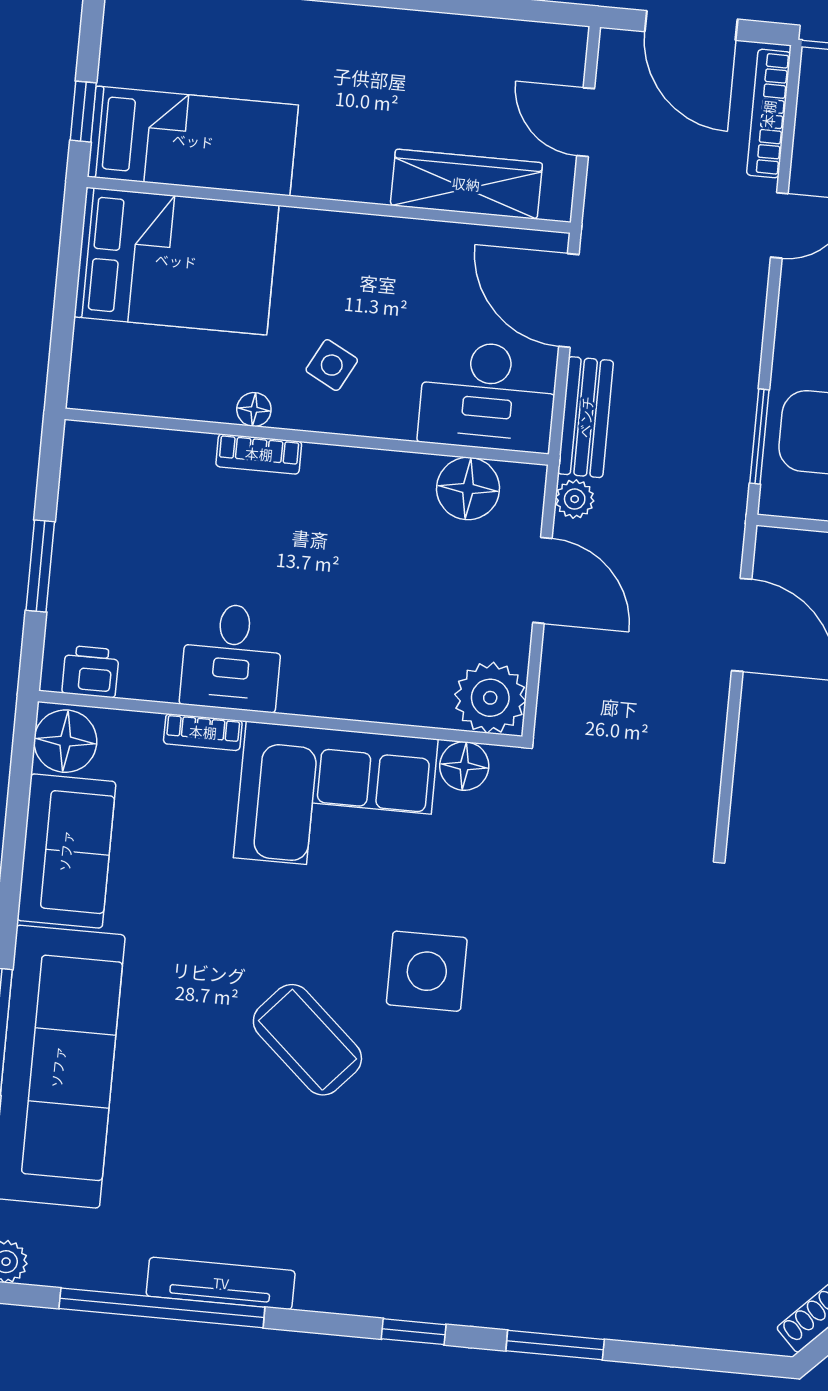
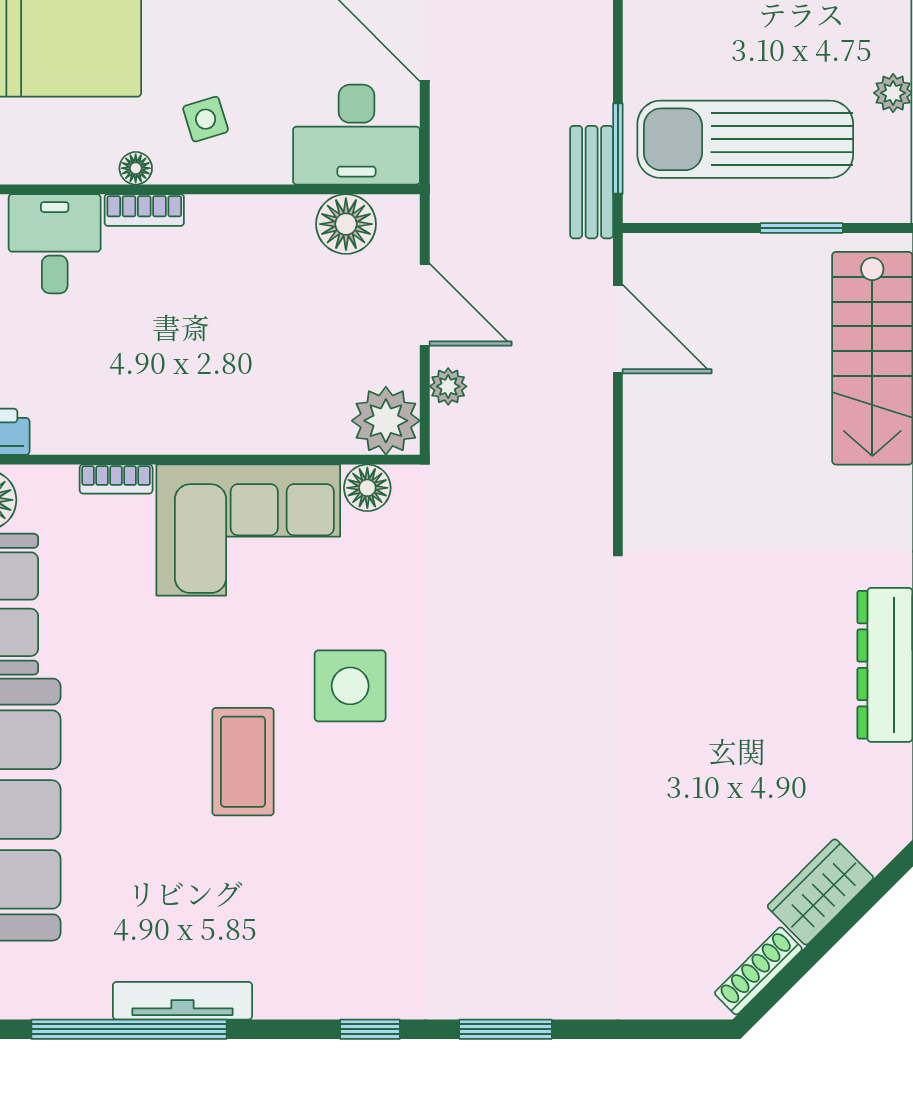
side table: (332, 365) -> (206, 119), turned 45
bench: (586, 417) -> (592, 182), moved
plant: (575, 499) -> (448, 386), moved
desk: (232, 657) -> (55, 244), moved, turned 180
coffee table: (307, 1040) -> (243, 762), turned 48

